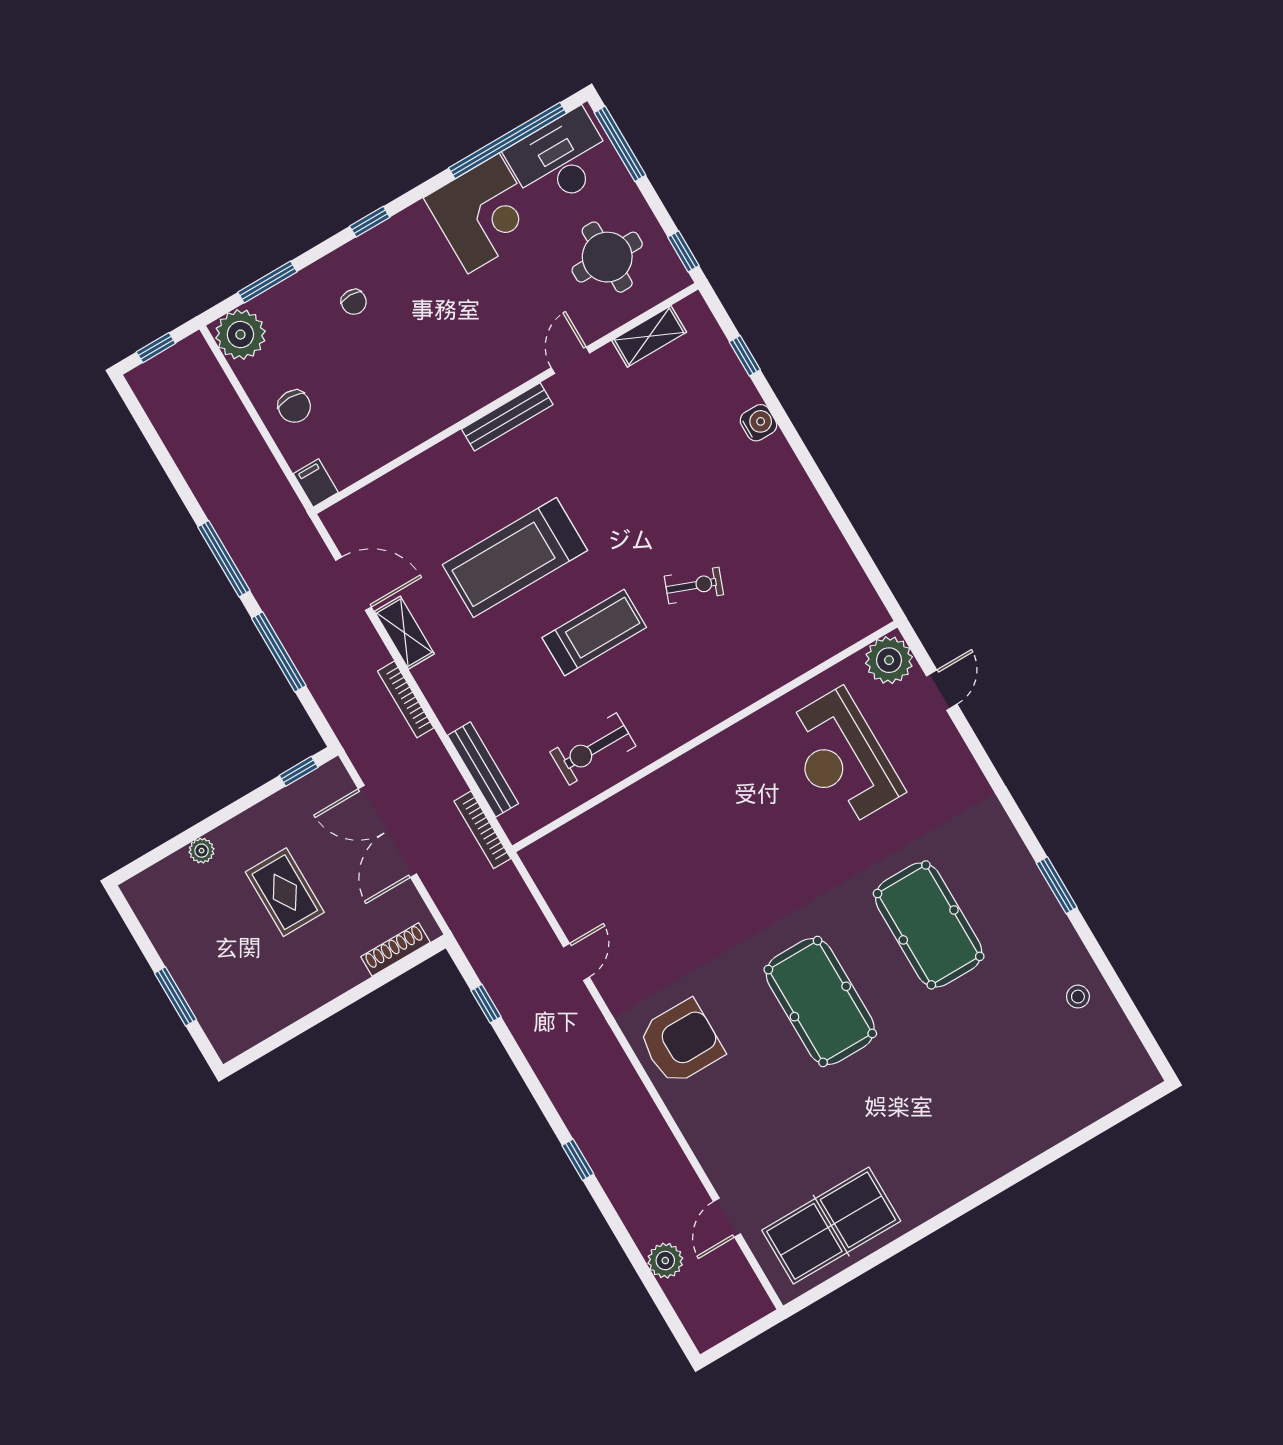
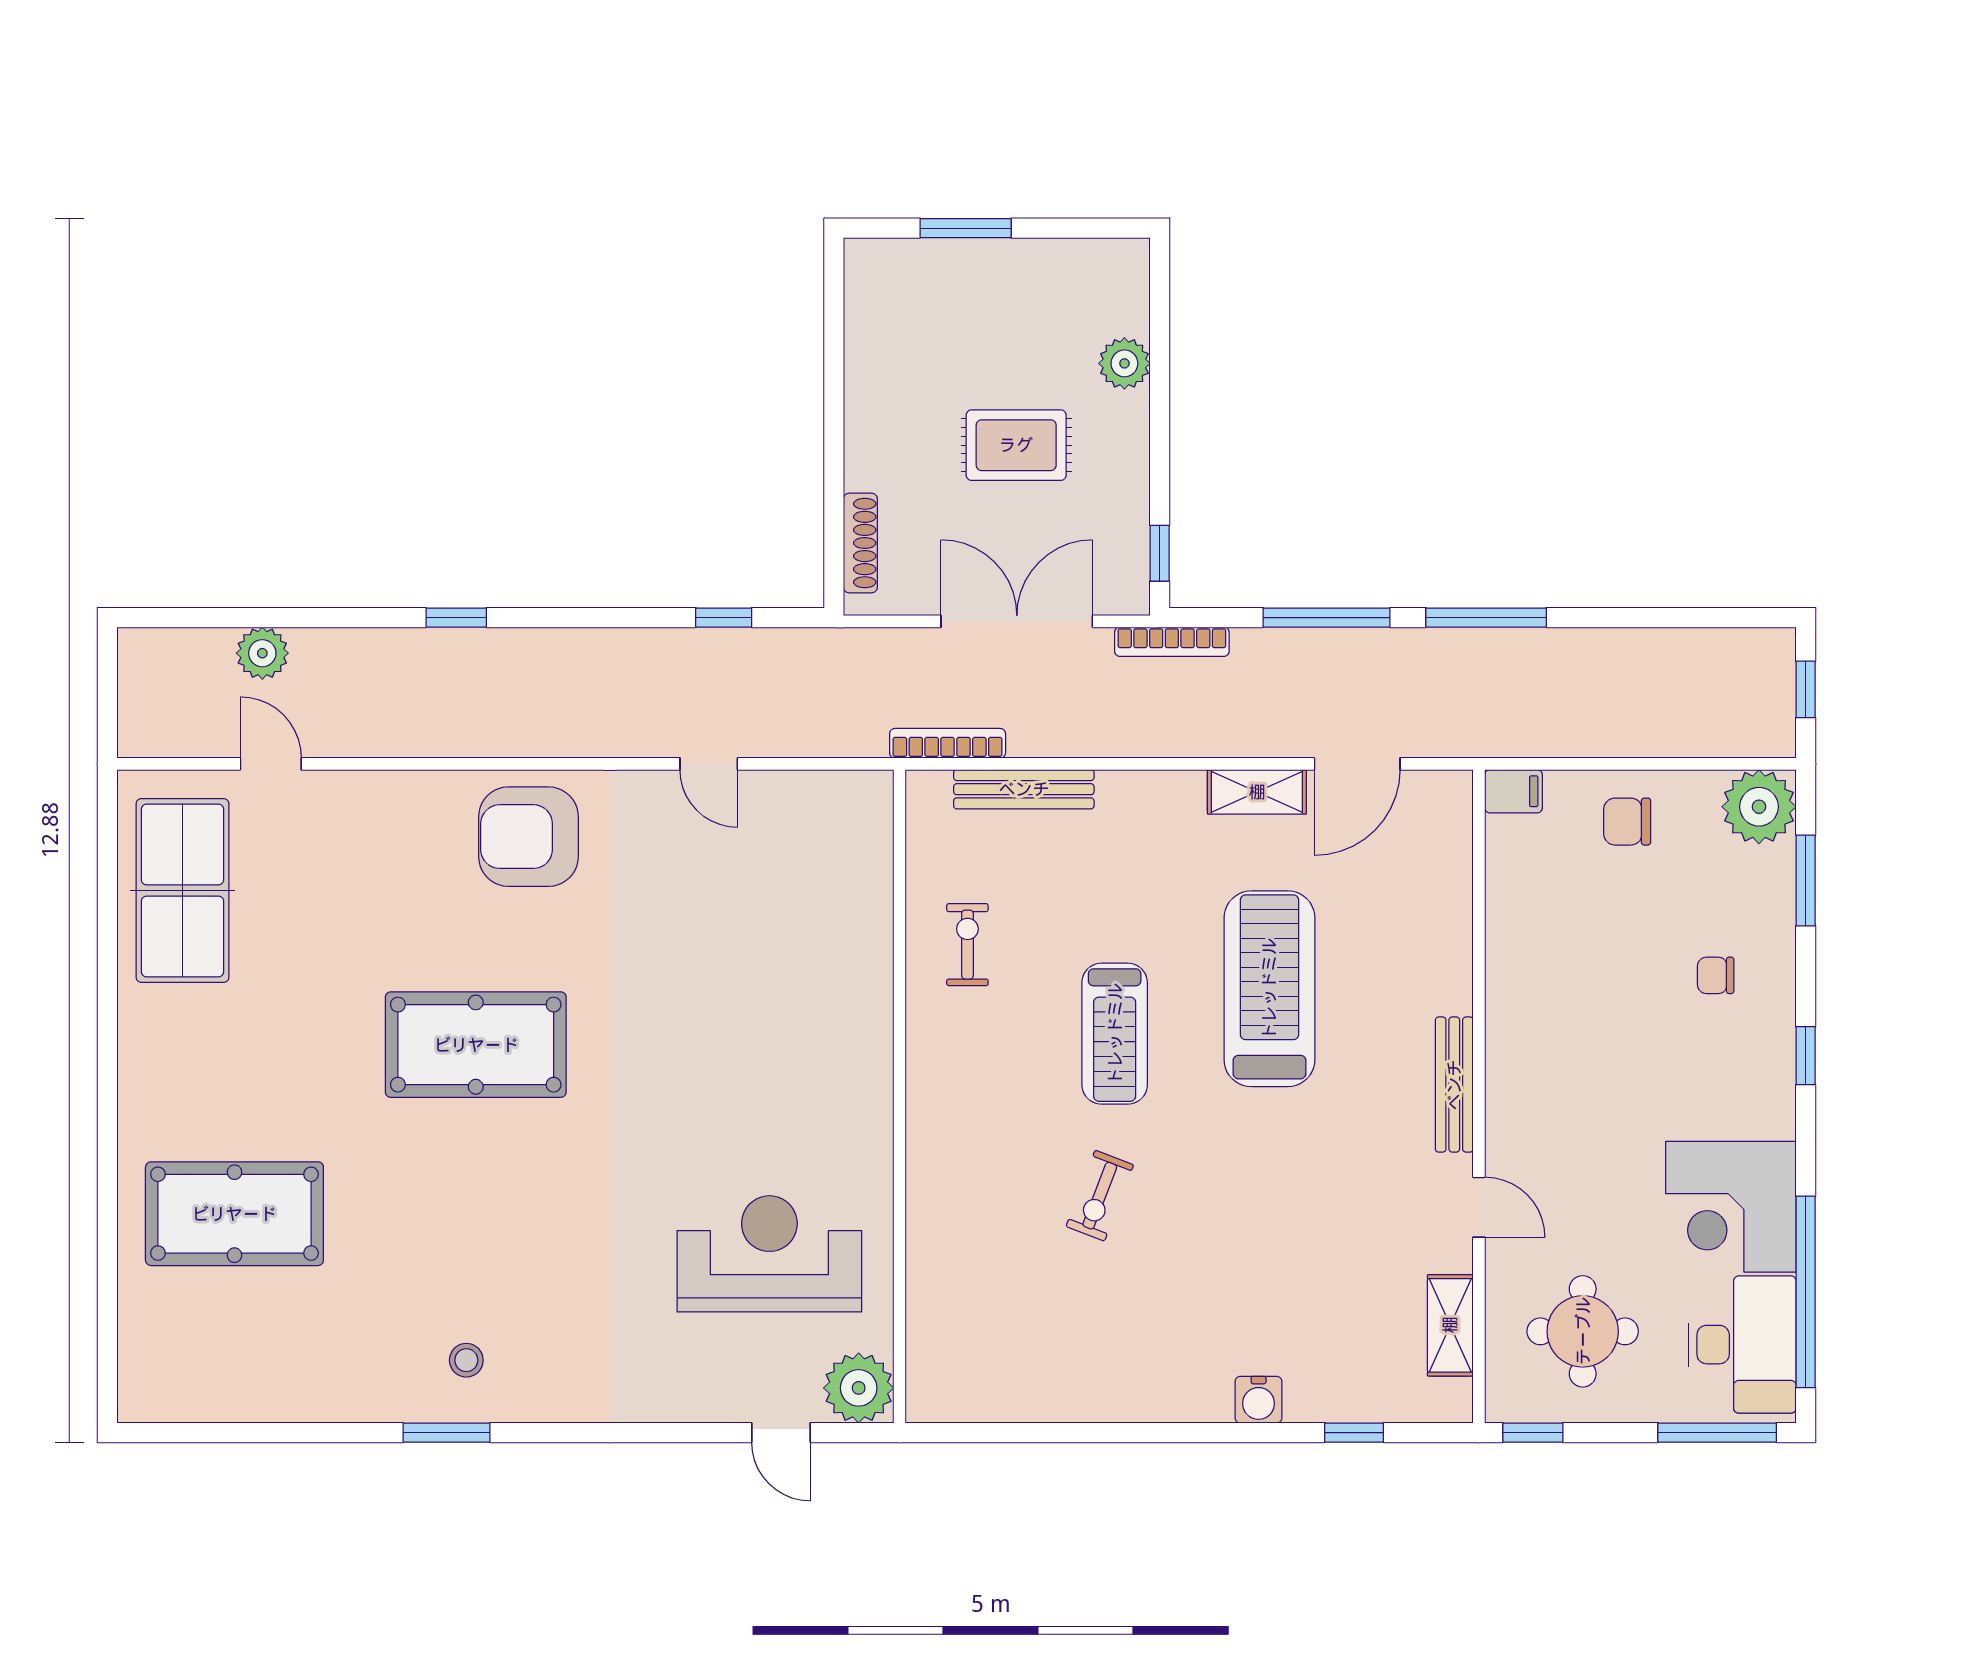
bookcase: (406, 699) -> (1172, 642), moved, turned 180
exercise bike: (593, 749) -> (967, 945), width x0.73, depth x0.72
plant: (202, 851) -> (1124, 363), width x1.38, depth x1.38
pool table: (929, 925) -> (234, 1214), moved
stool: (1078, 997) -> (466, 1360), moved
armchair: (681, 1042) -> (528, 837), turned 90

